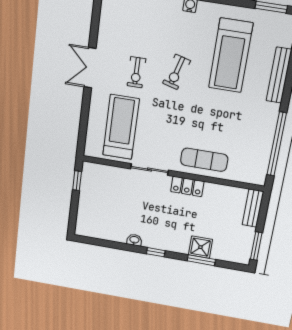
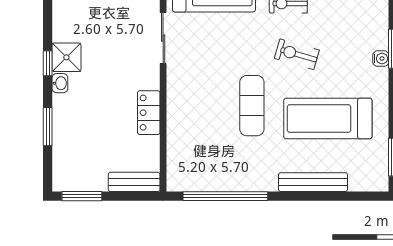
exercise mat: (204, 160) -> (252, 106), moved
locker: (187, 186) -> (149, 113), moved
washbasin: (134, 240) -> (60, 83), moved
shower: (200, 247) -> (66, 57), moved

